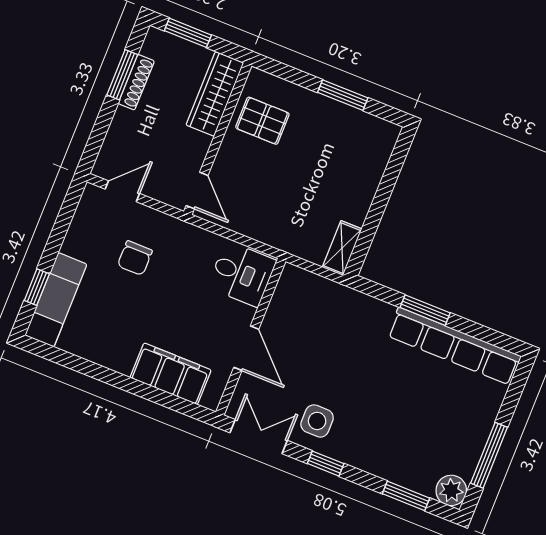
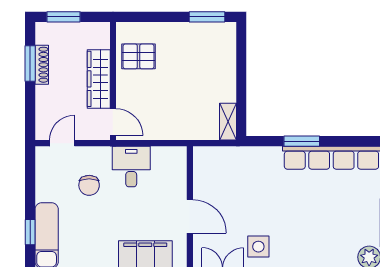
wardrobe: (215, 94) -> (99, 79), moved
window: (343, 95) -> (207, 17), moved
desk: (242, 274) -> (131, 167), moved, turned -90

